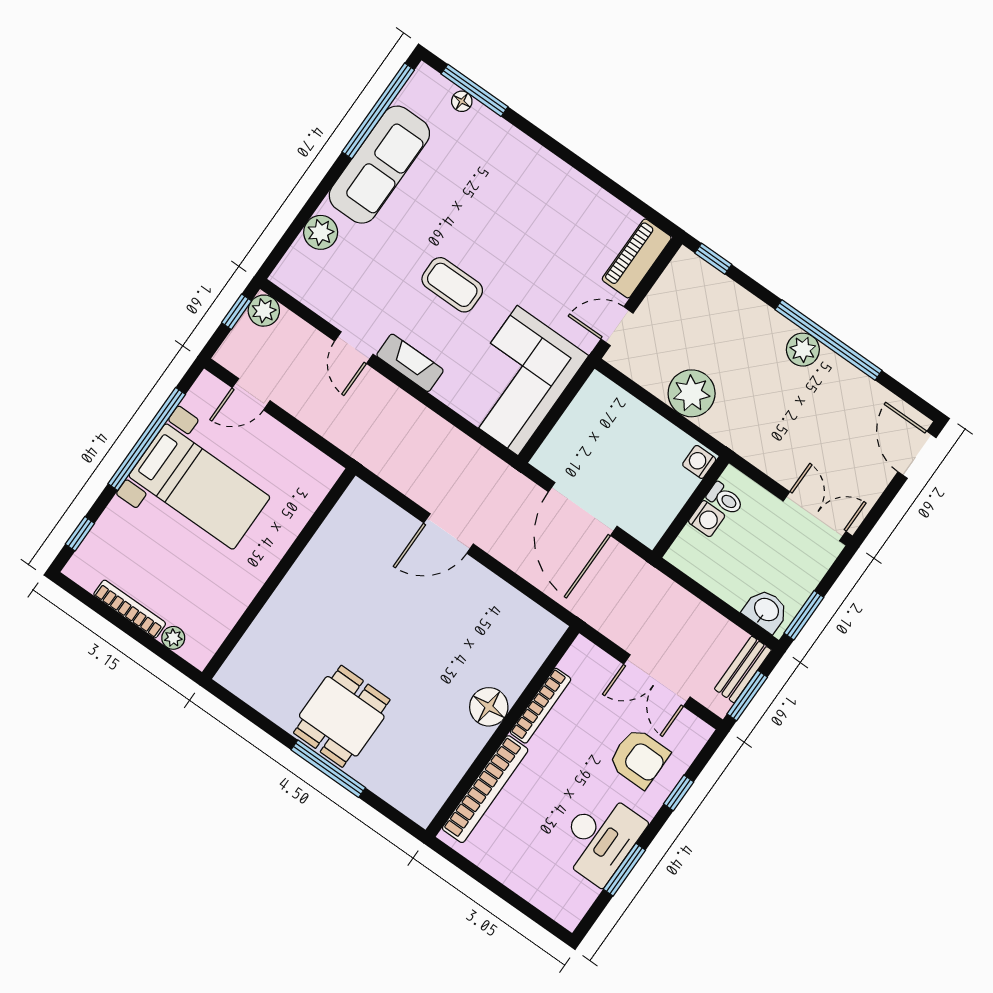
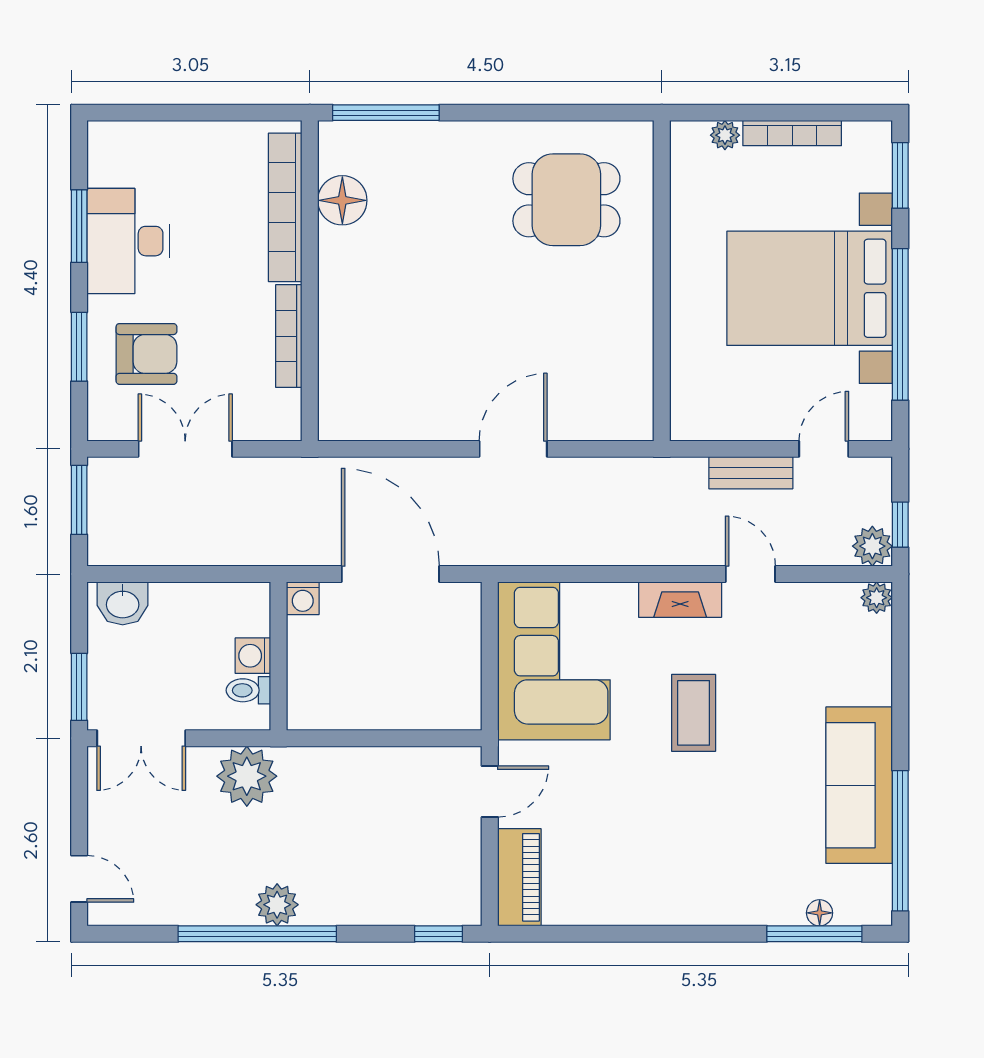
plant: (321, 232) -> (877, 598), moved, width x0.73, depth x0.73
coffee table: (452, 285) -> (694, 713), turned 90
plant: (692, 393) -> (247, 776), moved
door: (917, 455) -> (79, 879), width x0.73
washing machine: (699, 462) -> (303, 598), moved, turned 90
bed with nightstands: (199, 487) -> (810, 288), width x1.36
window: (80, 534) -> (900, 175), width x1.50
window: (804, 615) -> (79, 687), moved
bench: (743, 669) -> (751, 473), moved, turned 90
floor lamp: (489, 707) -> (342, 200), moved
dining table: (342, 716) -> (566, 200), moved, turned 90
armchair: (639, 758) -> (146, 354), turned 180
window: (328, 769) -> (386, 113), moved
window: (679, 793) -> (79, 347), width x1.50

